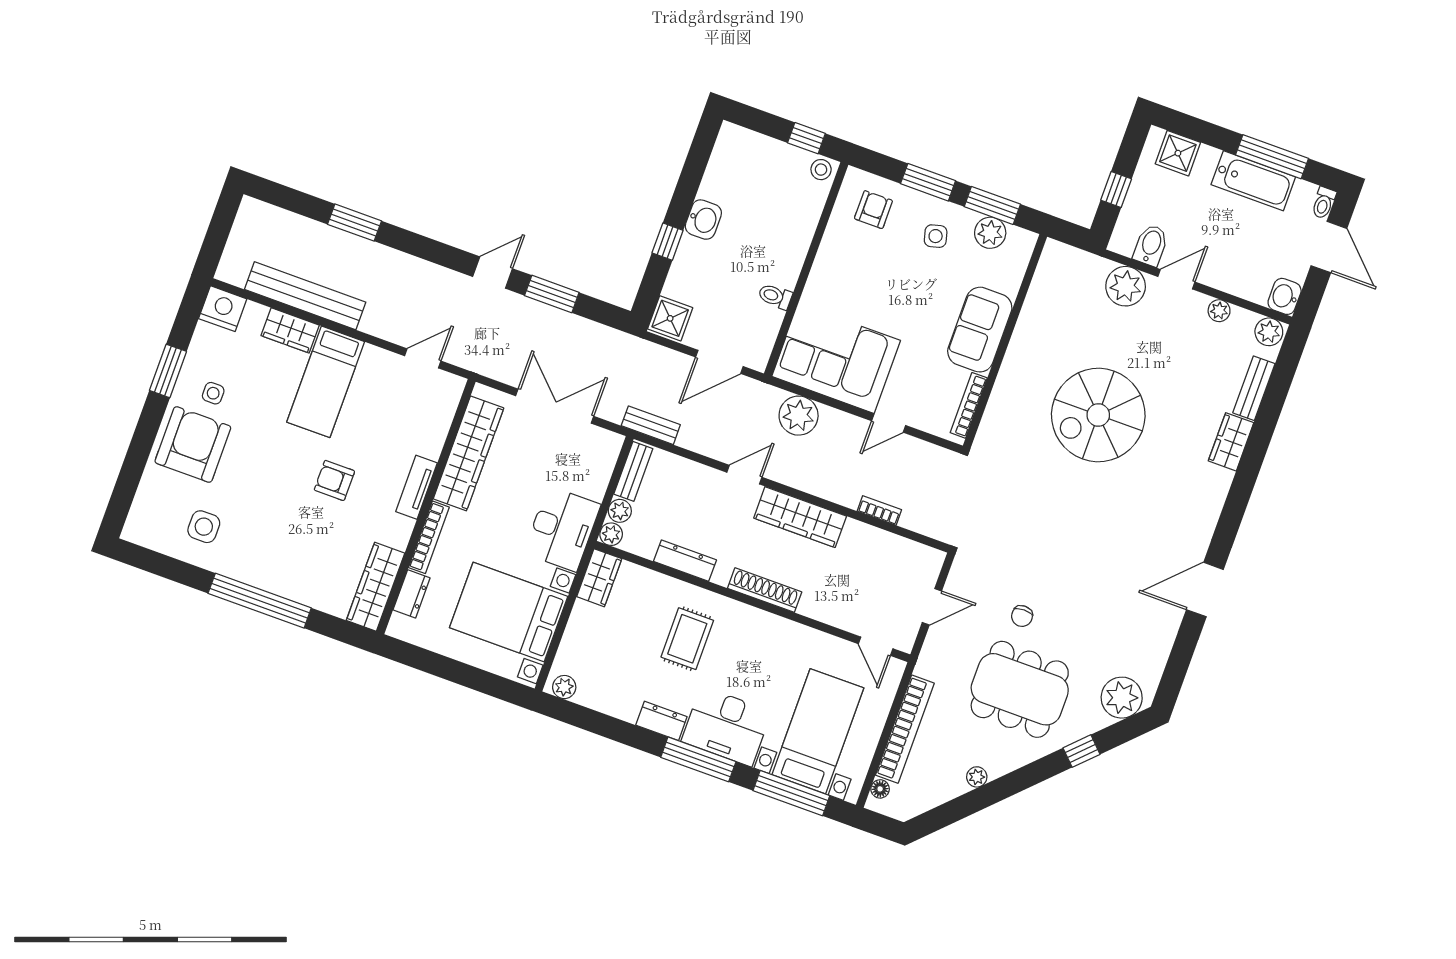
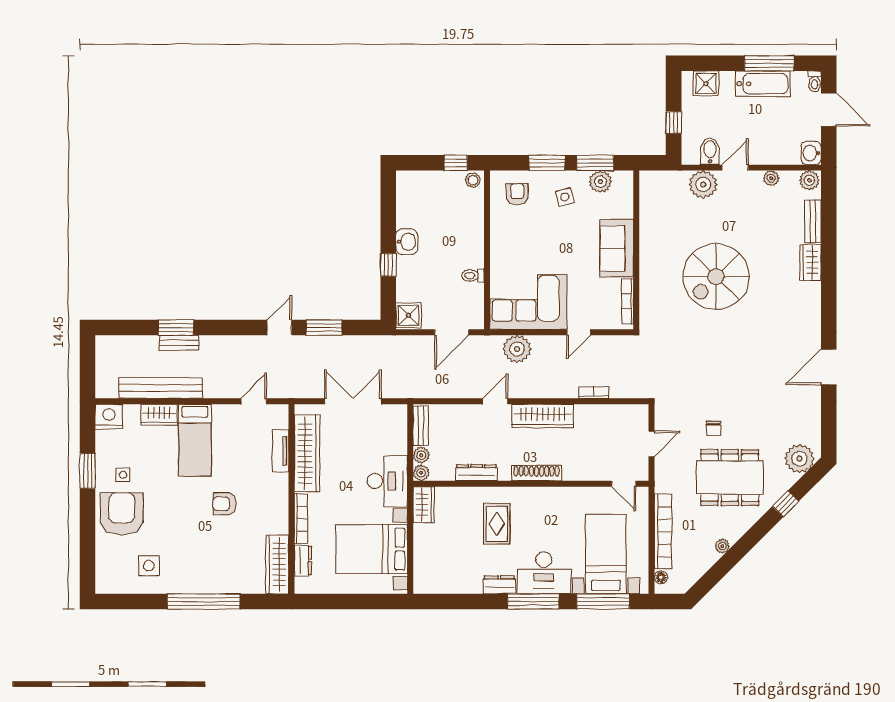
bench: (651, 425) -> (179, 343), moved
tv unit: (416, 487) -> (281, 451), moved
plant: (564, 687) -> (427, 586), removed

